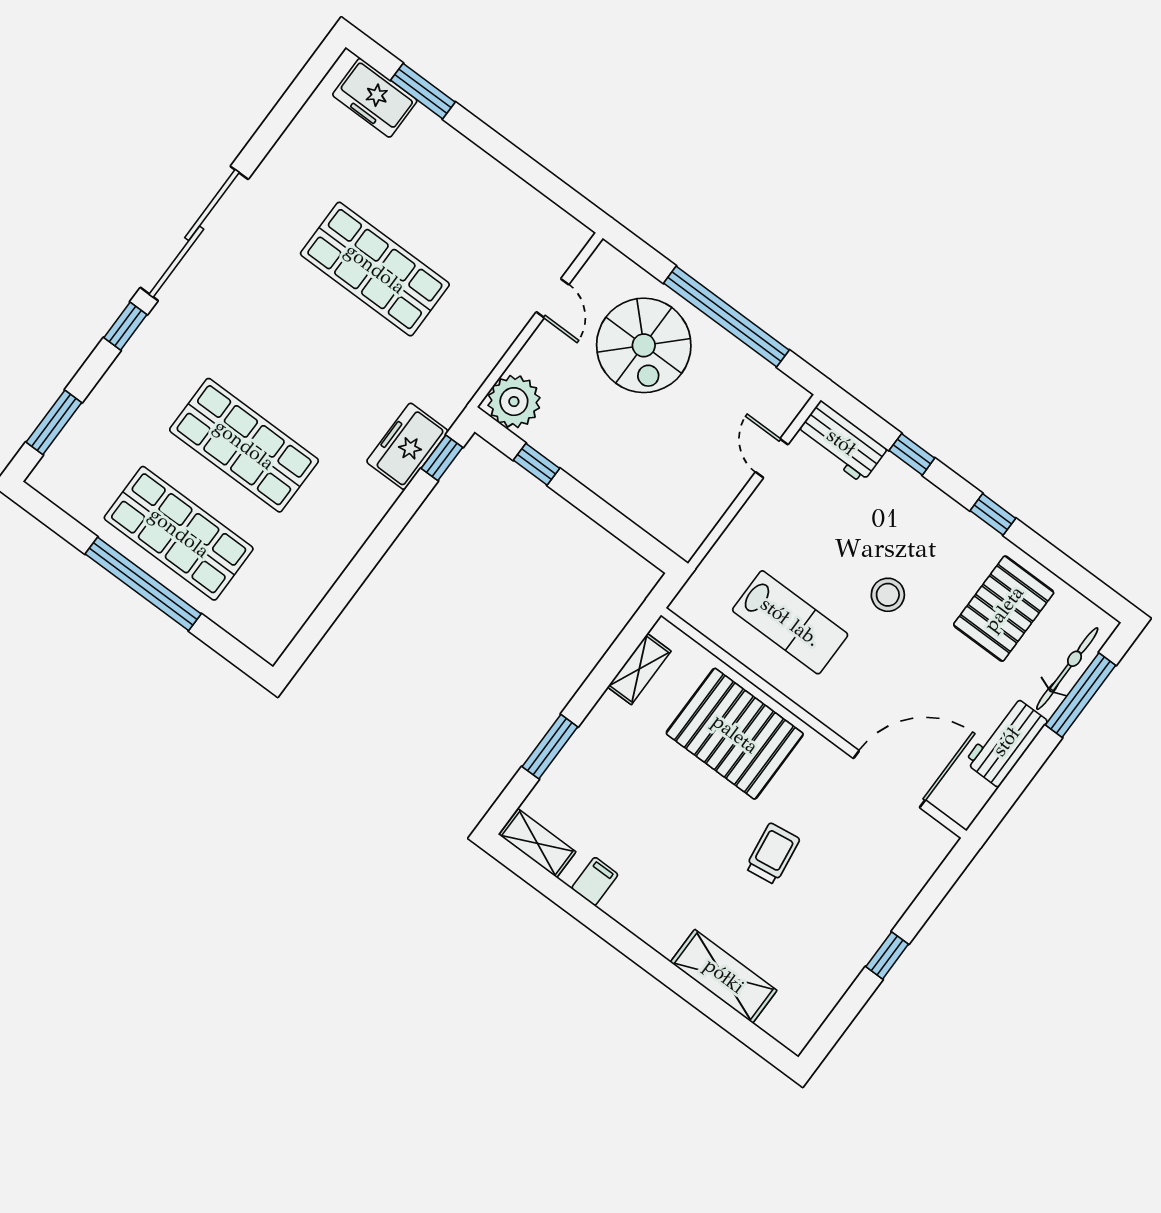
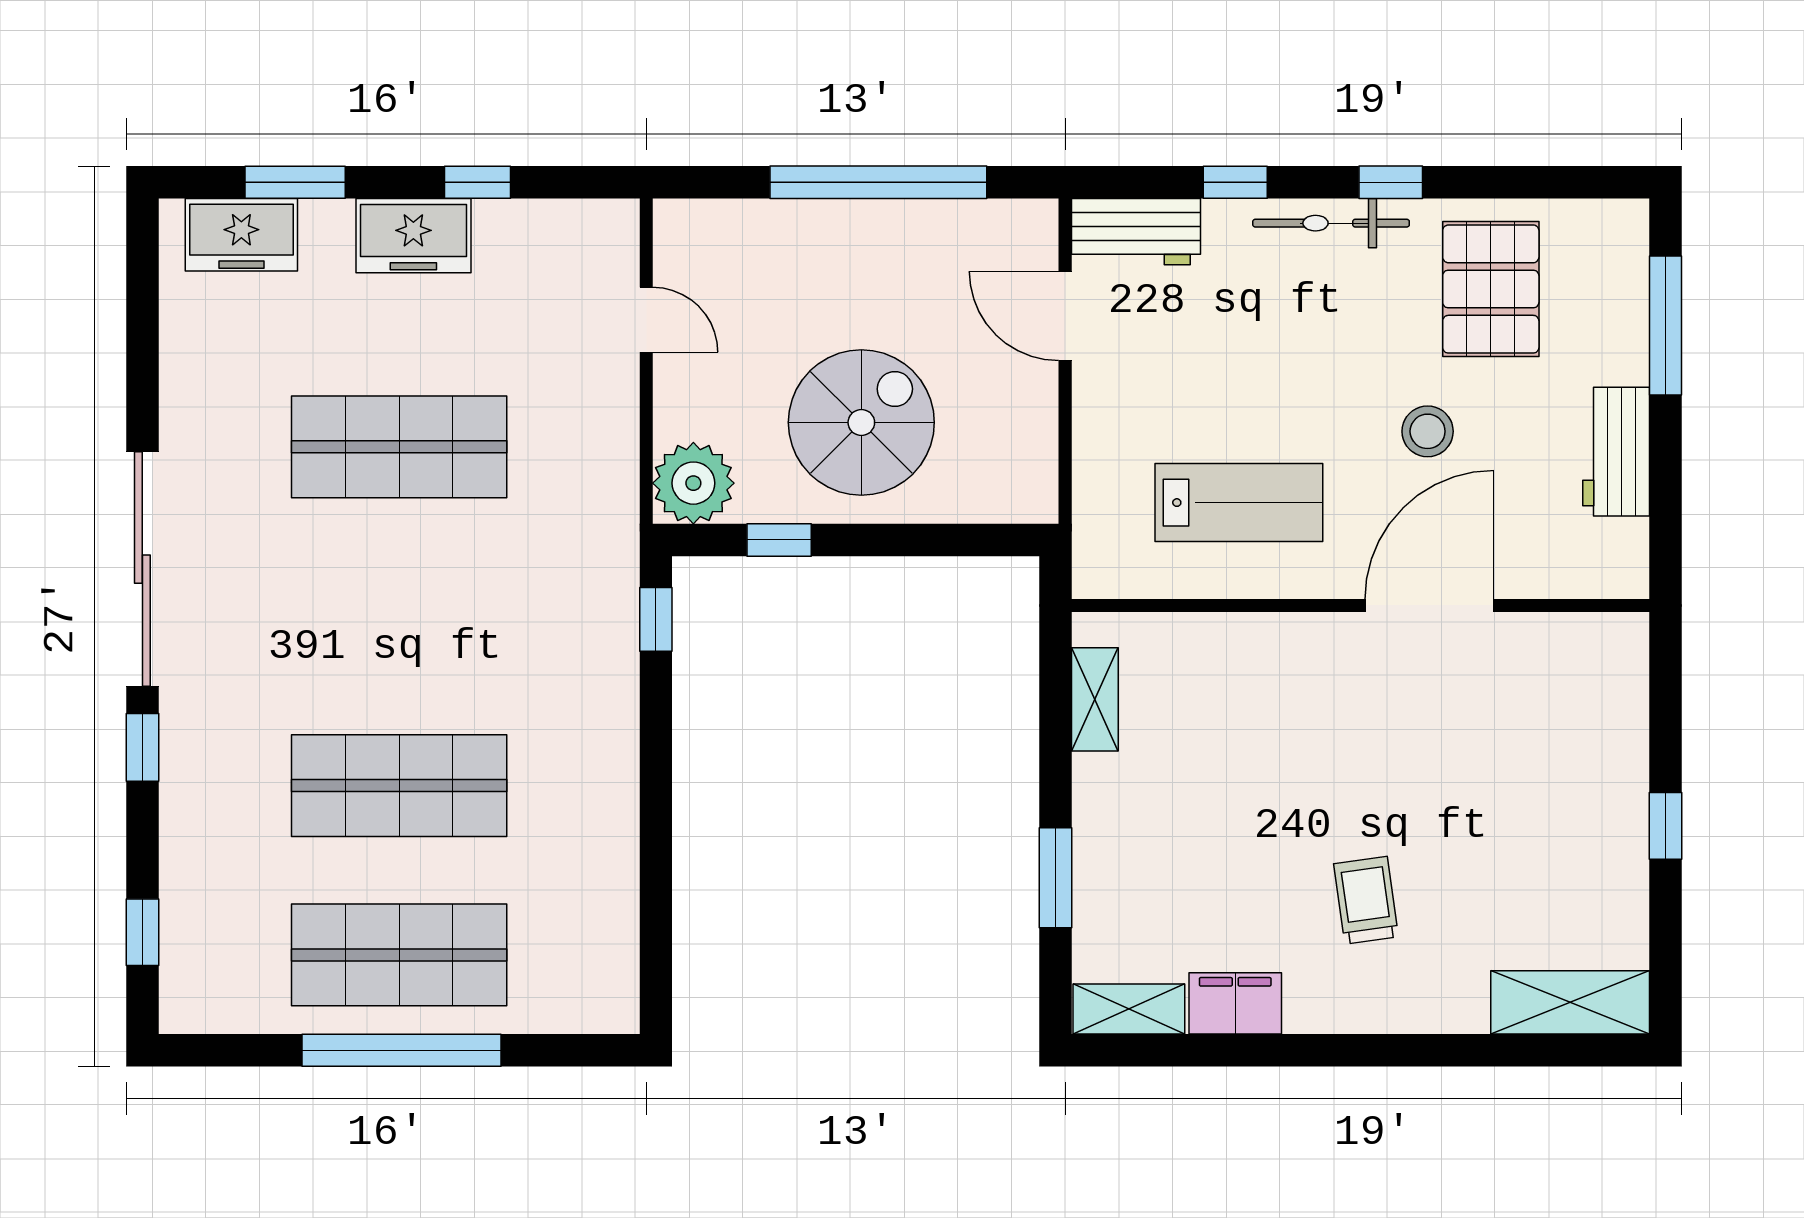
window: (518, 162) -> (477, 182), added
spiral stairs: (644, 345) -> (861, 422), moved, turned -90
window: (54, 422) -> (142, 932), width x0.67
freezer: (407, 446) -> (413, 236), moved, turned -90
door: (772, 458) -> (1065, 316), width x1.38
stool: (888, 595) -> (1428, 431), moved
bicycle: (1067, 669) -> (1331, 223), moved, turned -90
pallet: (735, 734) -> (1273, 692), removed
door: (889, 779) -> (1430, 605), moved
trolley: (772, 854) -> (1366, 900), moved
filing cabinet: (595, 881) -> (1235, 1003), width x2.00
shelving: (724, 976) -> (1570, 1002), moved

